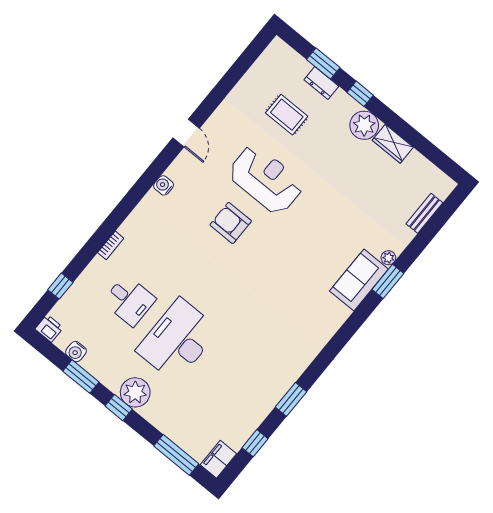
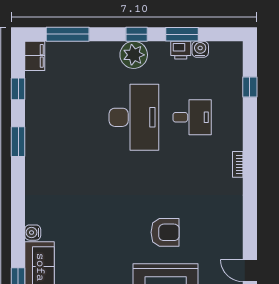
water cooler: (164, 185) -> (33, 233), moved, turned 180
bookcase: (111, 245) -> (238, 164), moved
desk: (129, 300) -> (192, 117), turned 180
printer: (49, 328) -> (181, 50), moved

